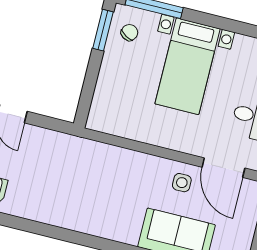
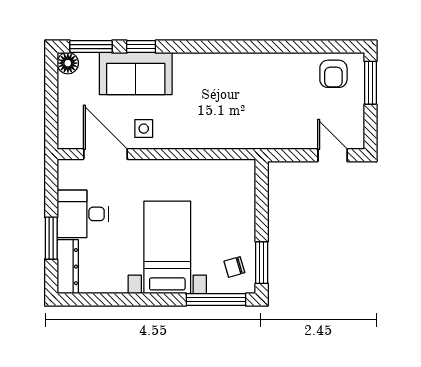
chair: (129, 33) -> (234, 267), turned 43

